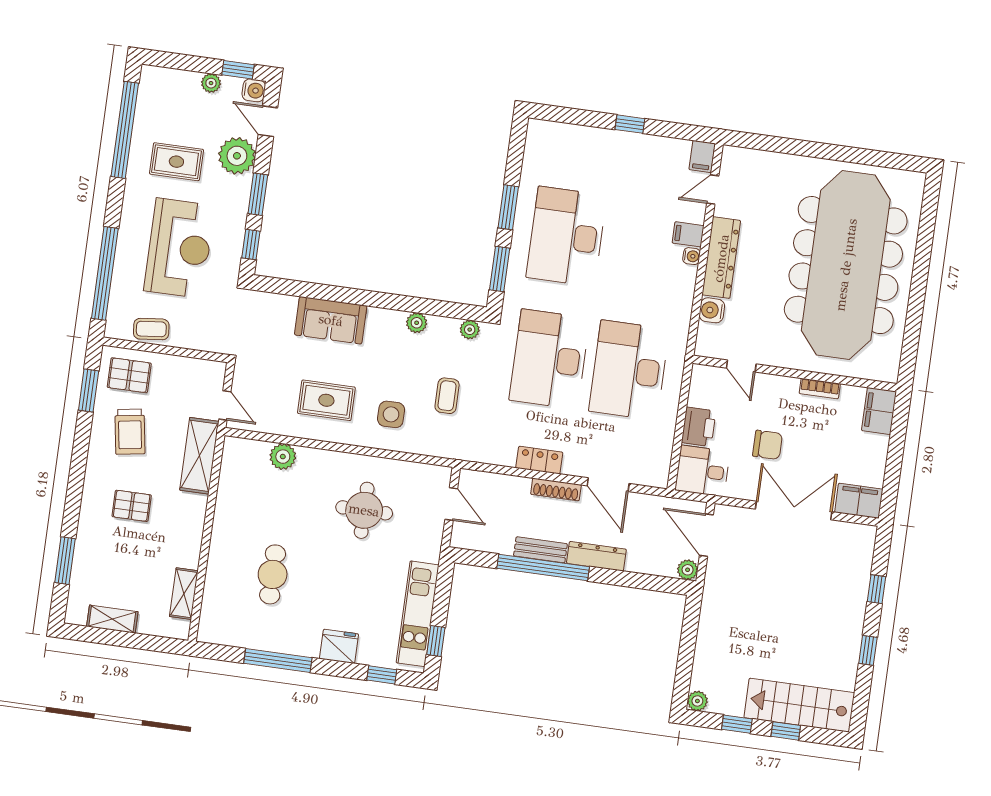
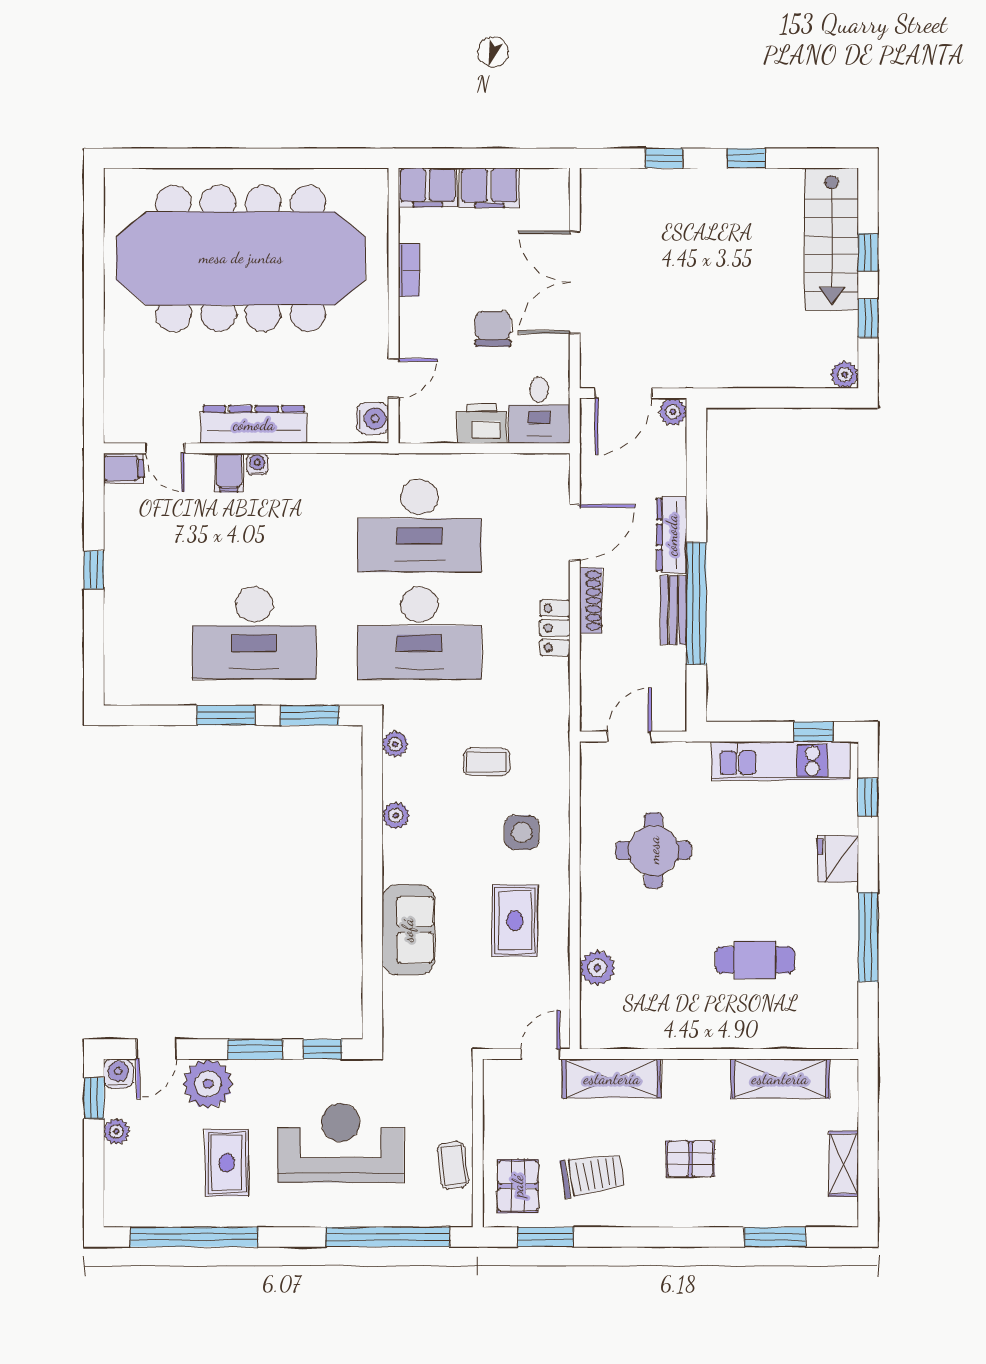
water cooler: (712, 310) -> (373, 419), moved, turned -90
filing cabinet: (859, 501) -> (489, 188), moved, turned -90
pallet: (132, 506) -> (690, 1159), turned 90
shelving: (184, 594) -> (780, 1079), width x1.50, depth x1.33

